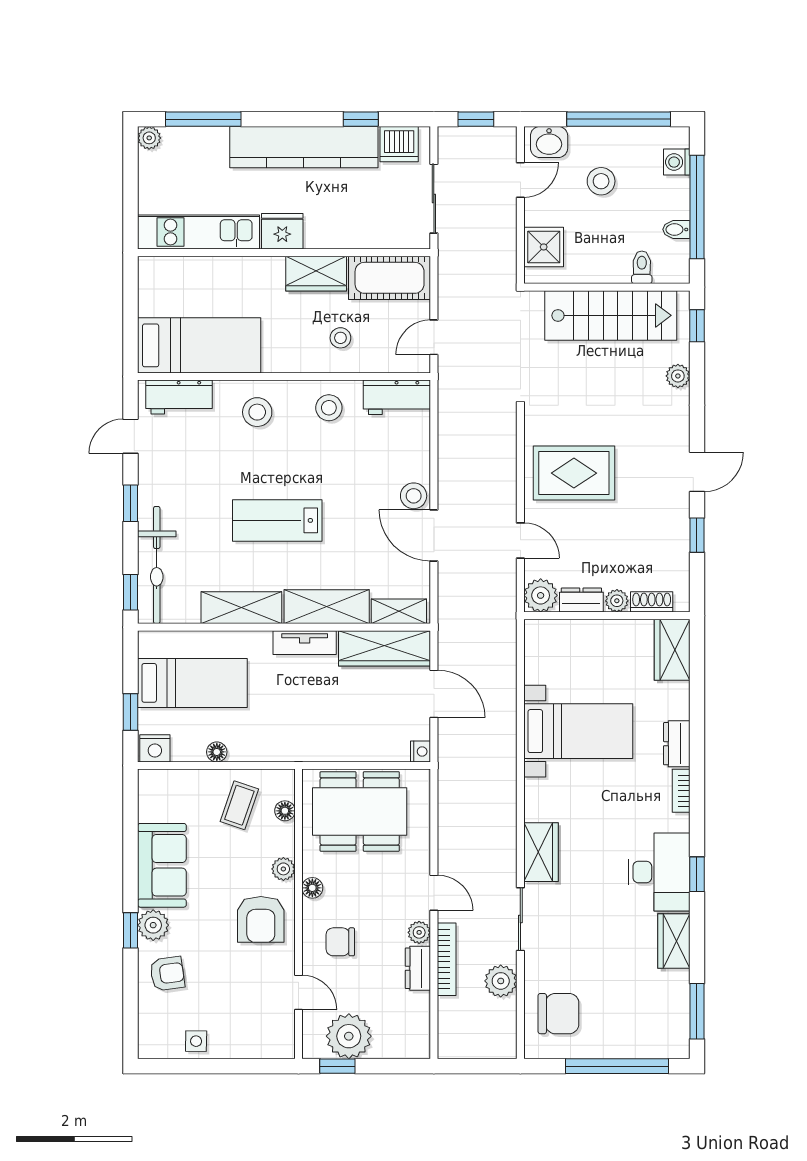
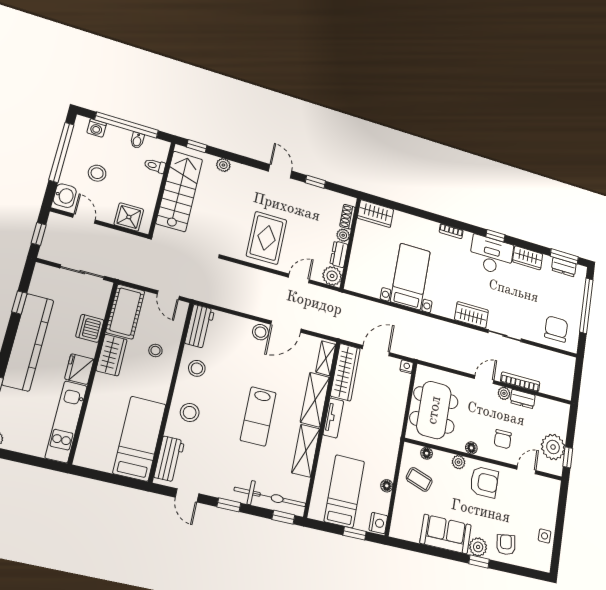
dishwasher: (399, 144) -> (90, 328), moved, turned 180
dresser: (677, 744) -> (564, 267), moved
plant: (501, 981) -> (535, 355), removed

